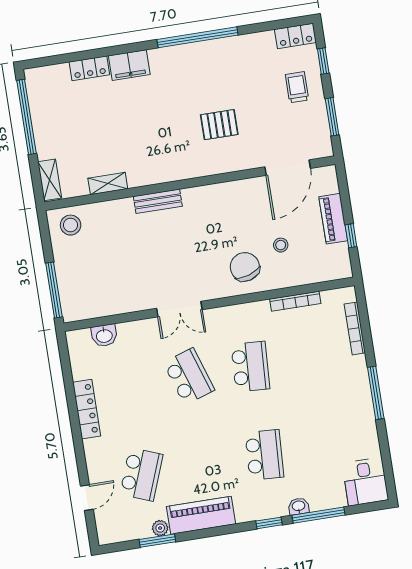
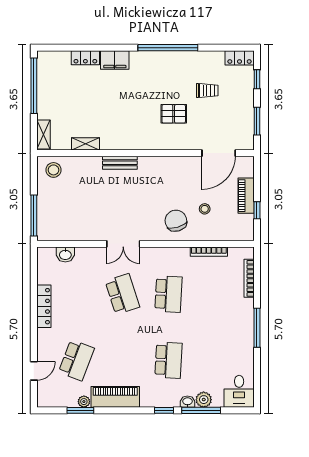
trolley: (297, 87) -> (207, 90), moved, turned 90
plant: (320, 500) -> (204, 400), added

